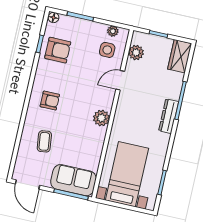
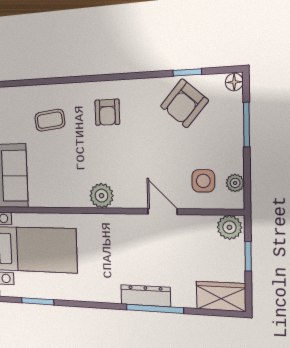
armchair: (58, 50) -> (184, 103), turned 41
plant: (136, 53) -> (229, 227), moved
dresser: (169, 116) -> (146, 296), moved

